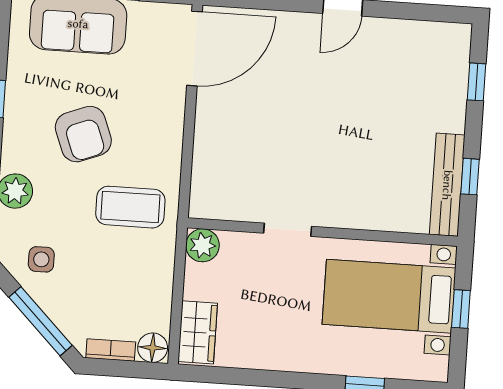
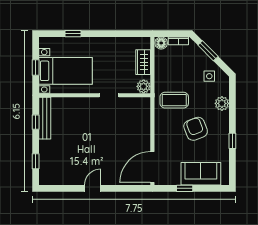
window: (40, 321) -> (208, 51), width x0.69
wardrobe: (198, 332) -> (143, 62), moved

